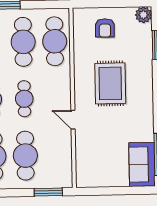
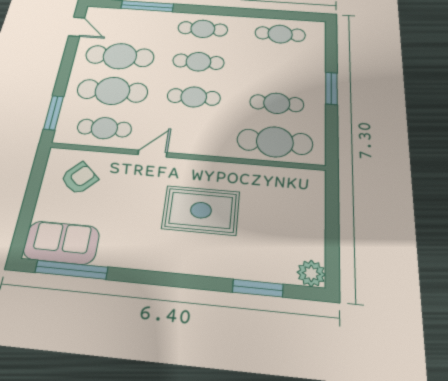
armchair: (105, 28) -> (79, 178), moved, turned 133
cafe table: (23, 42) -> (277, 103), width x0.73, depth x0.74
cafe table: (57, 155) -> (104, 128), added

